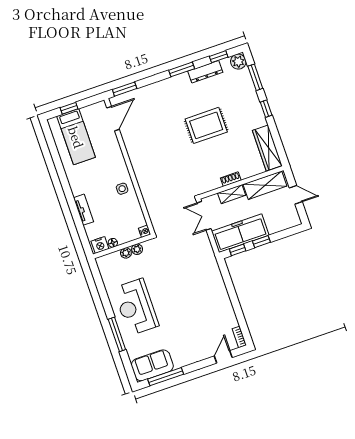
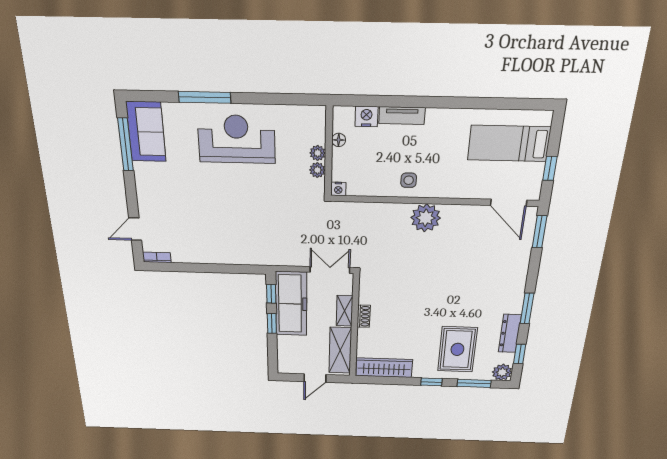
window: (69, 108) -> (550, 168), moved
rug: (206, 125) -> (457, 349), moved
plant: (143, 167) -> (426, 218), added
nightstand: (100, 245) -> (366, 116), moved, turned 90
door: (223, 357) -> (135, 229), swing flipped

